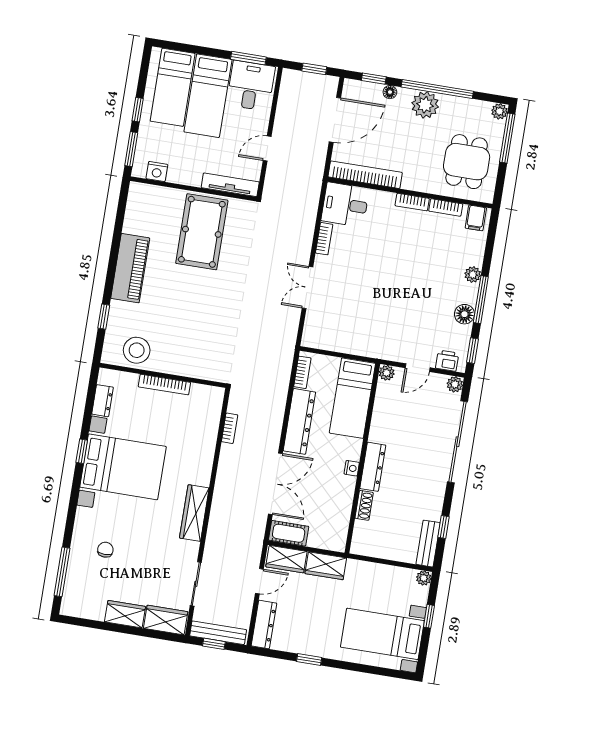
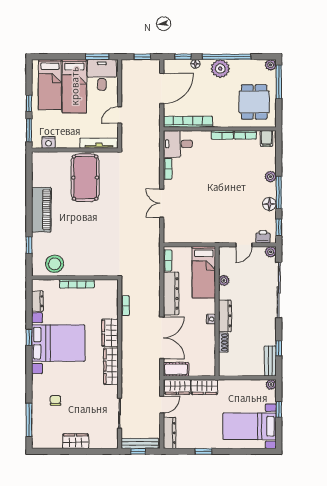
plant: (387, 373) -> (224, 280), moved
wardrobe: (166, 620) -> (110, 333), moved, turned -90

